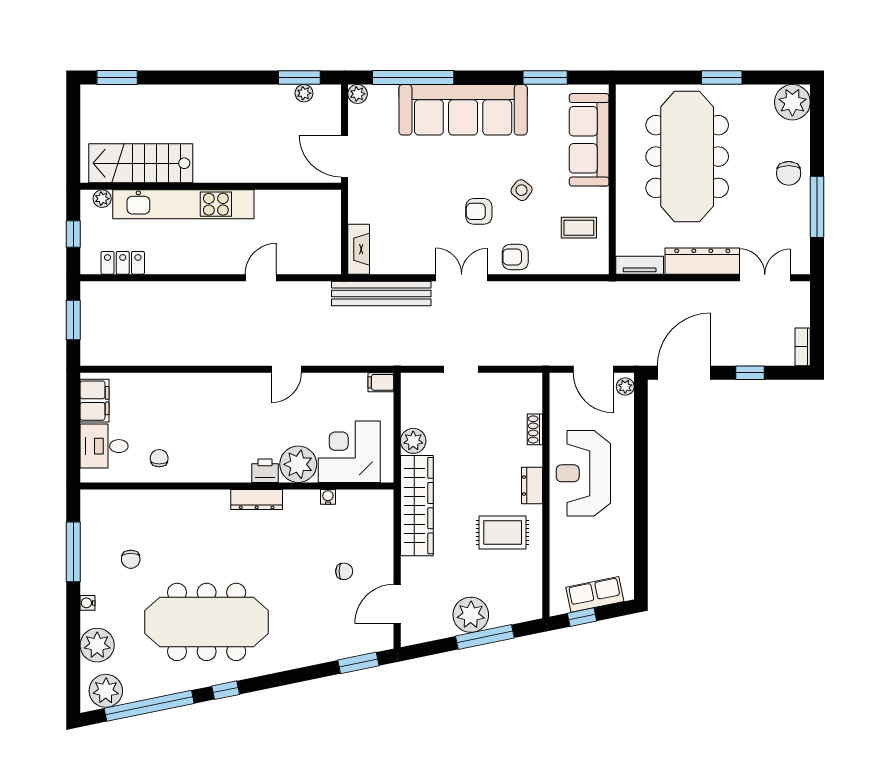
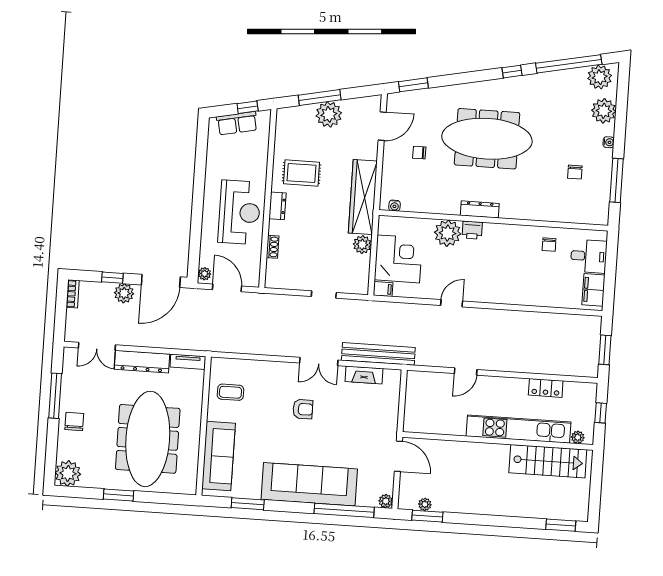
side table: (522, 190) -> (271, 423), removed
fireplace: (359, 249) -> (364, 375), moved, turned -90
armchair: (515, 257) -> (278, 374), removed
locker: (123, 263) -> (546, 388), moved
plant: (733, 352) -> (124, 293), added
corner desk: (349, 452) -> (398, 259), moved, turned -90
water cooler: (328, 497) -> (394, 206), moved
chair: (131, 559) -> (575, 172), turned 180
meeting table: (207, 622) -> (487, 139), moved

